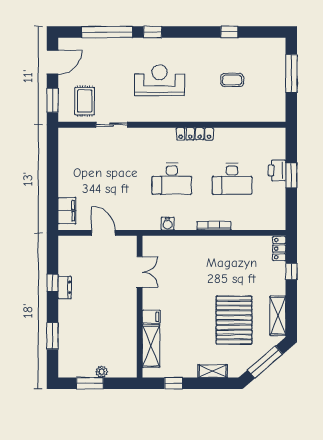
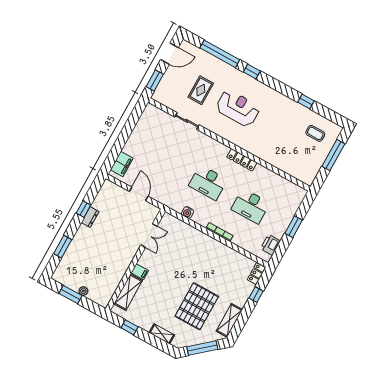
coffee table: (232, 80) -> (315, 133), moved
rug: (85, 101) -> (201, 90), moved
printer: (277, 170) -> (270, 245), moved

